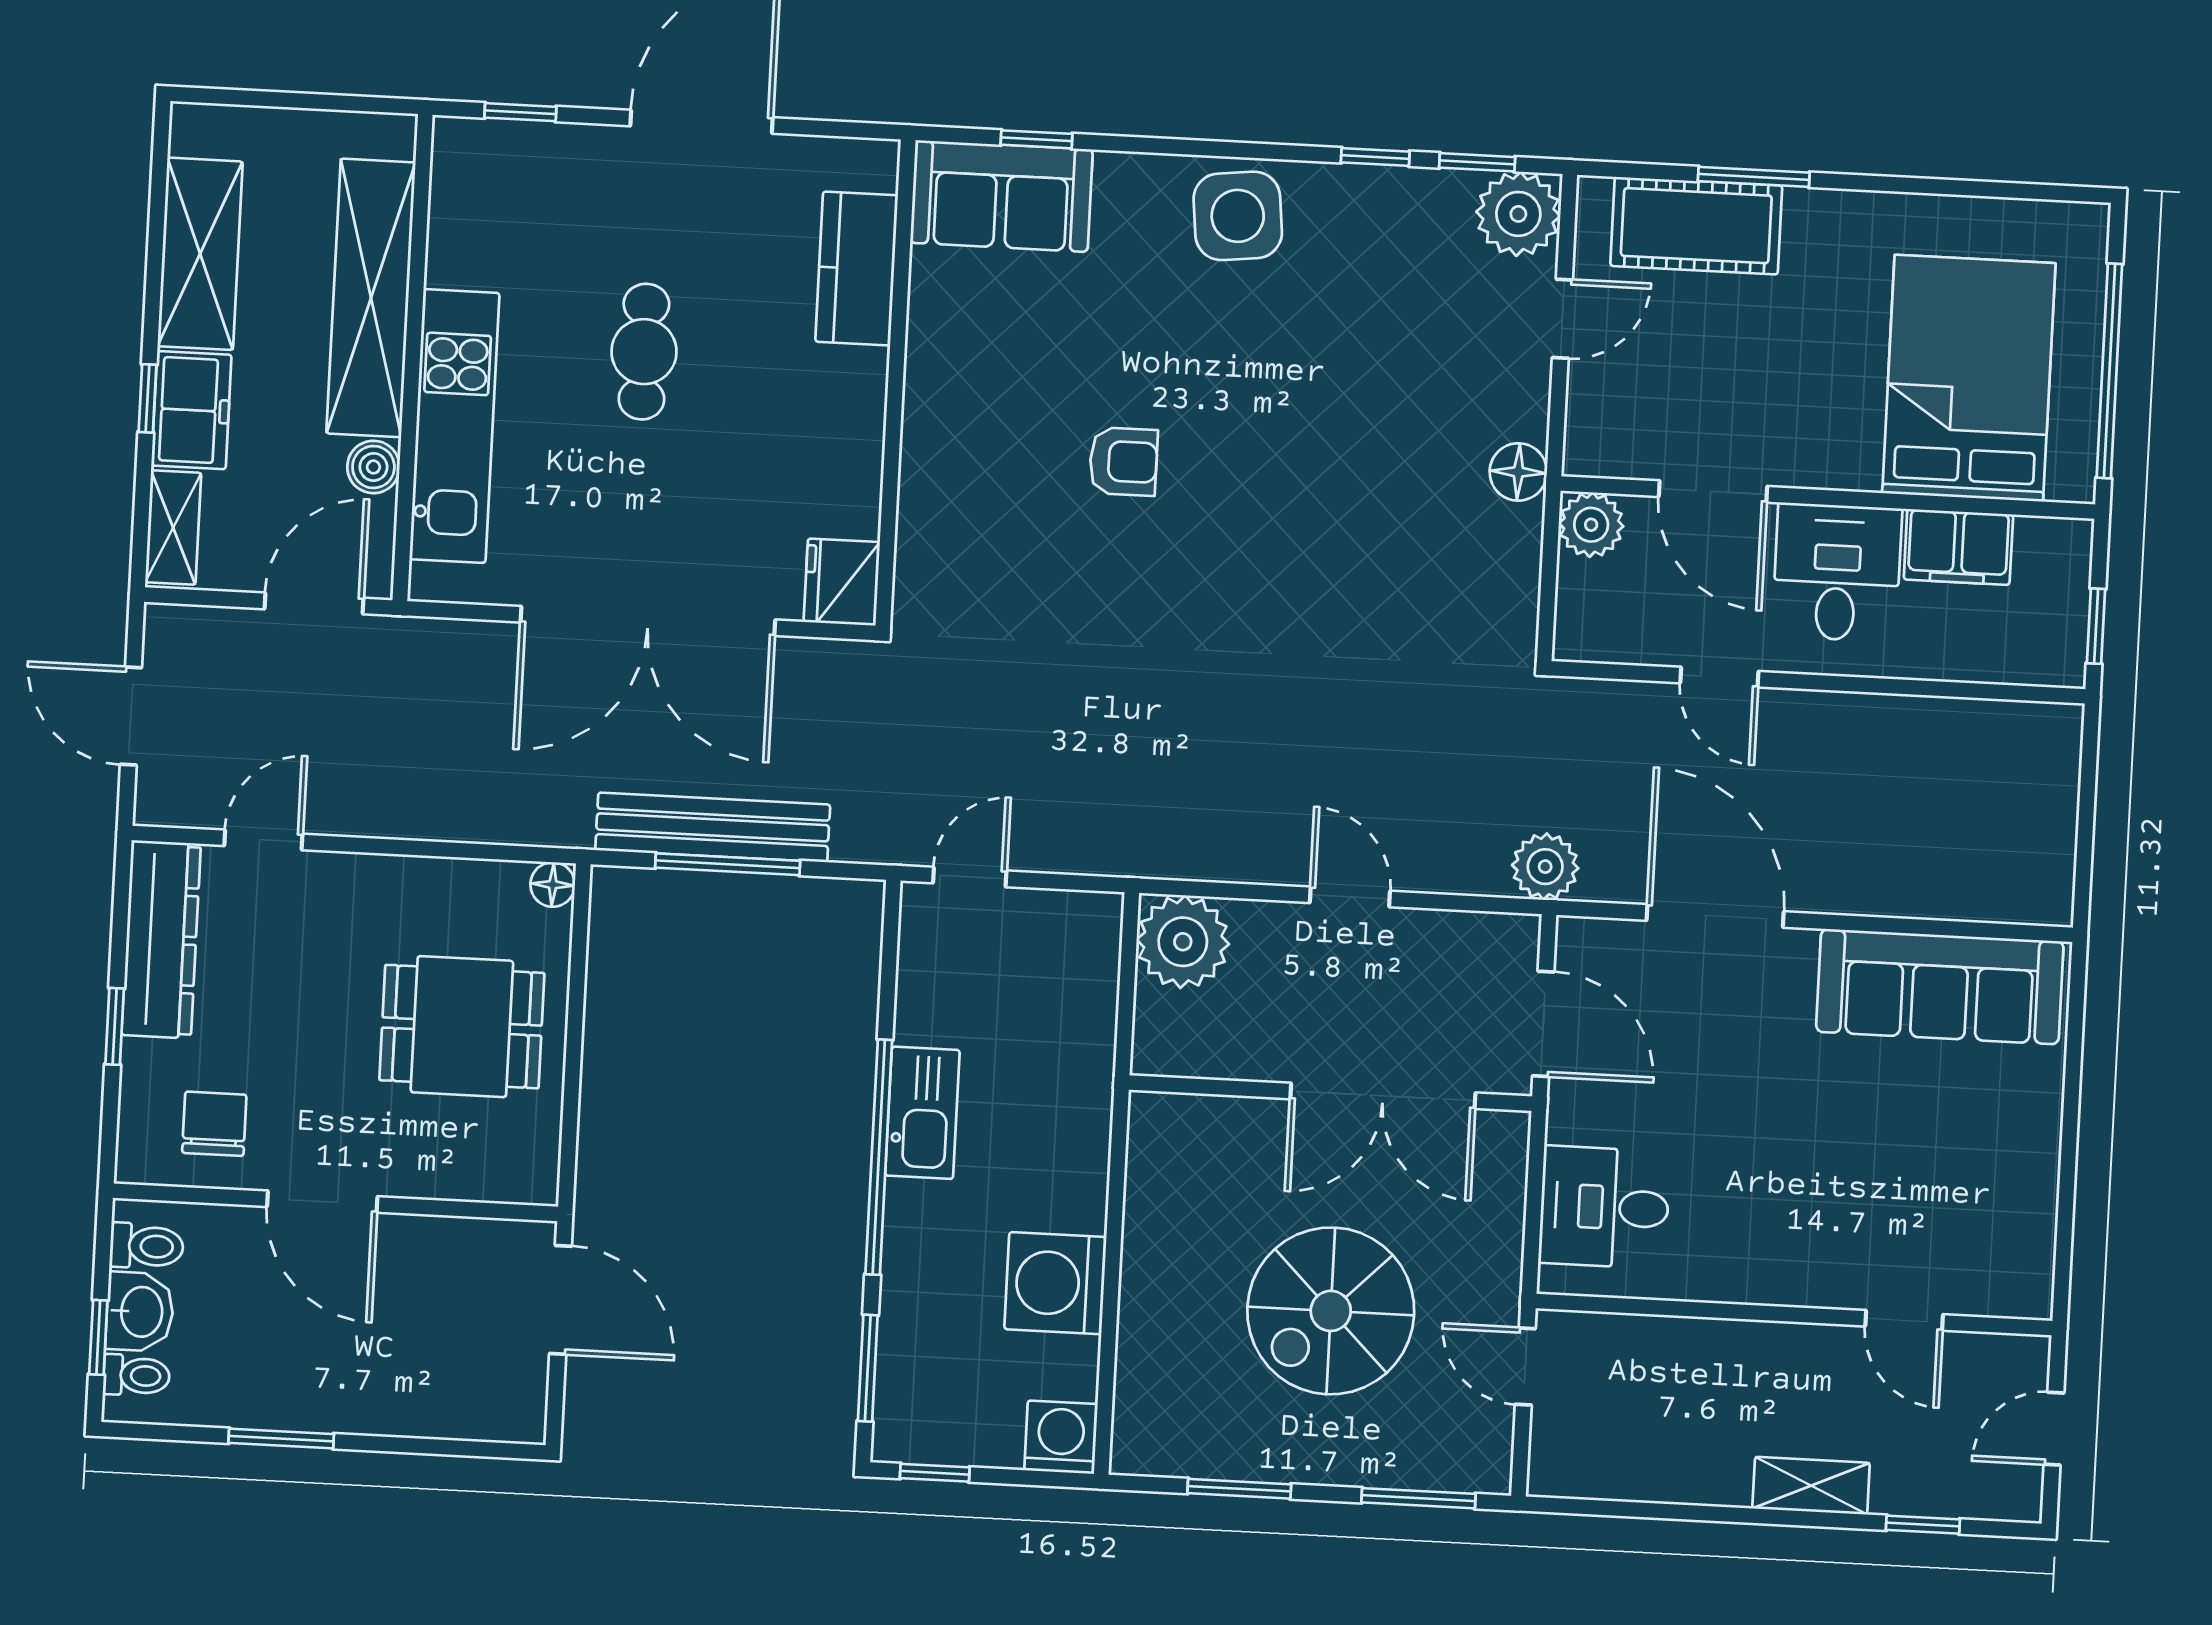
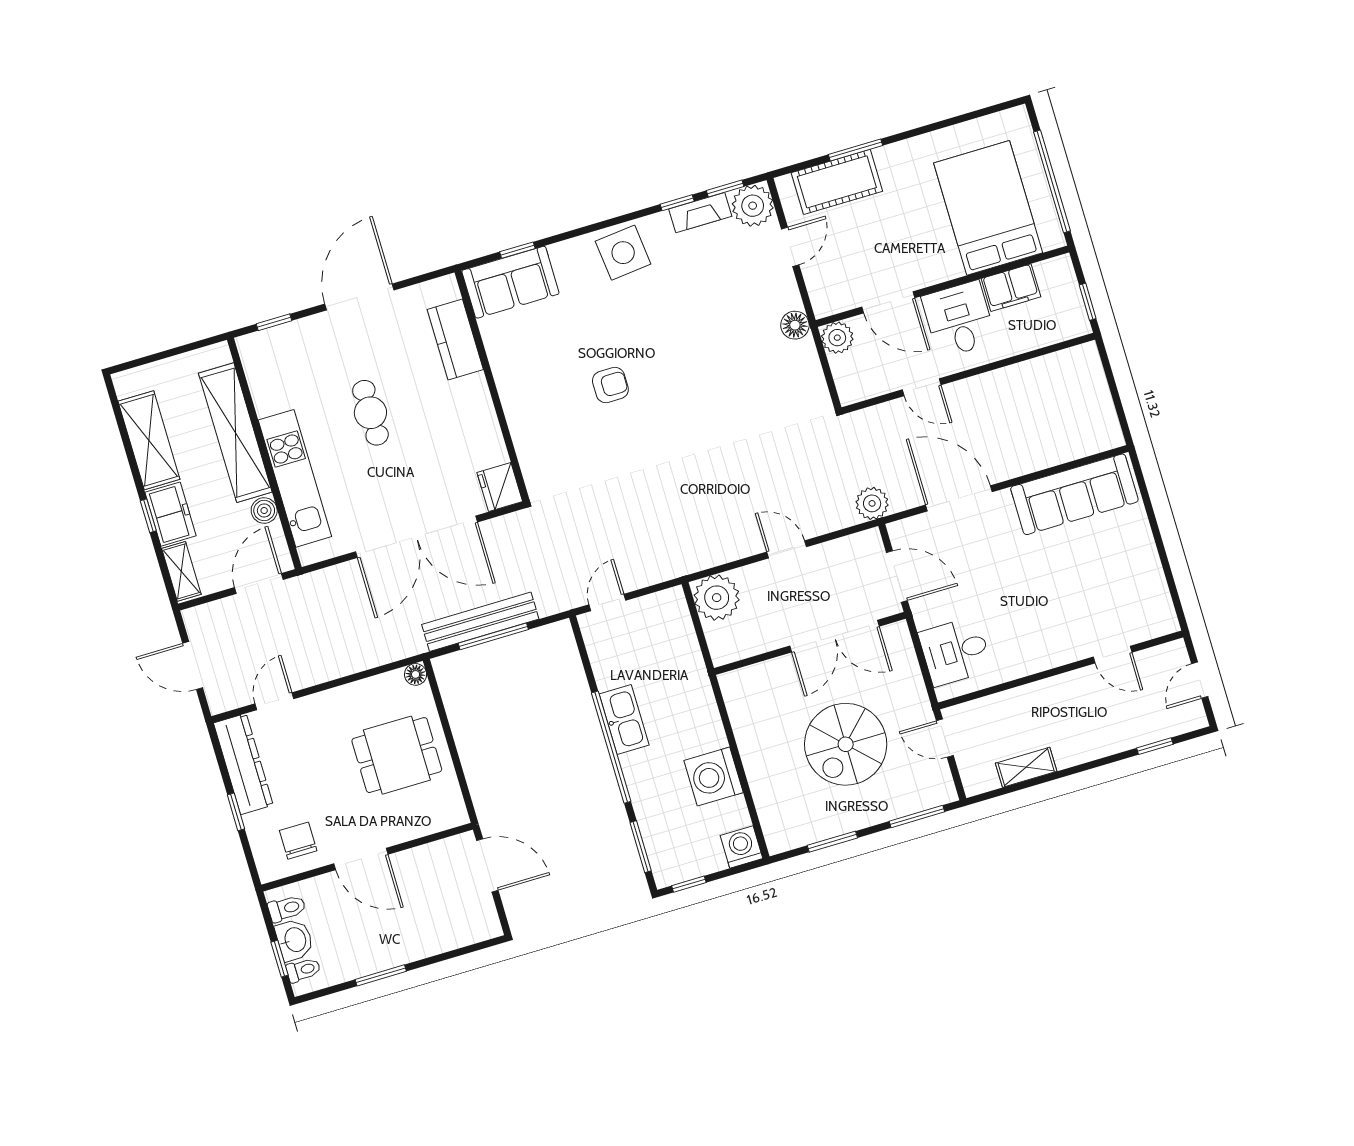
fireplace: (1413, 192) -> (700, 213), added
shelving: (1811, 1486) -> (1026, 767), moved

